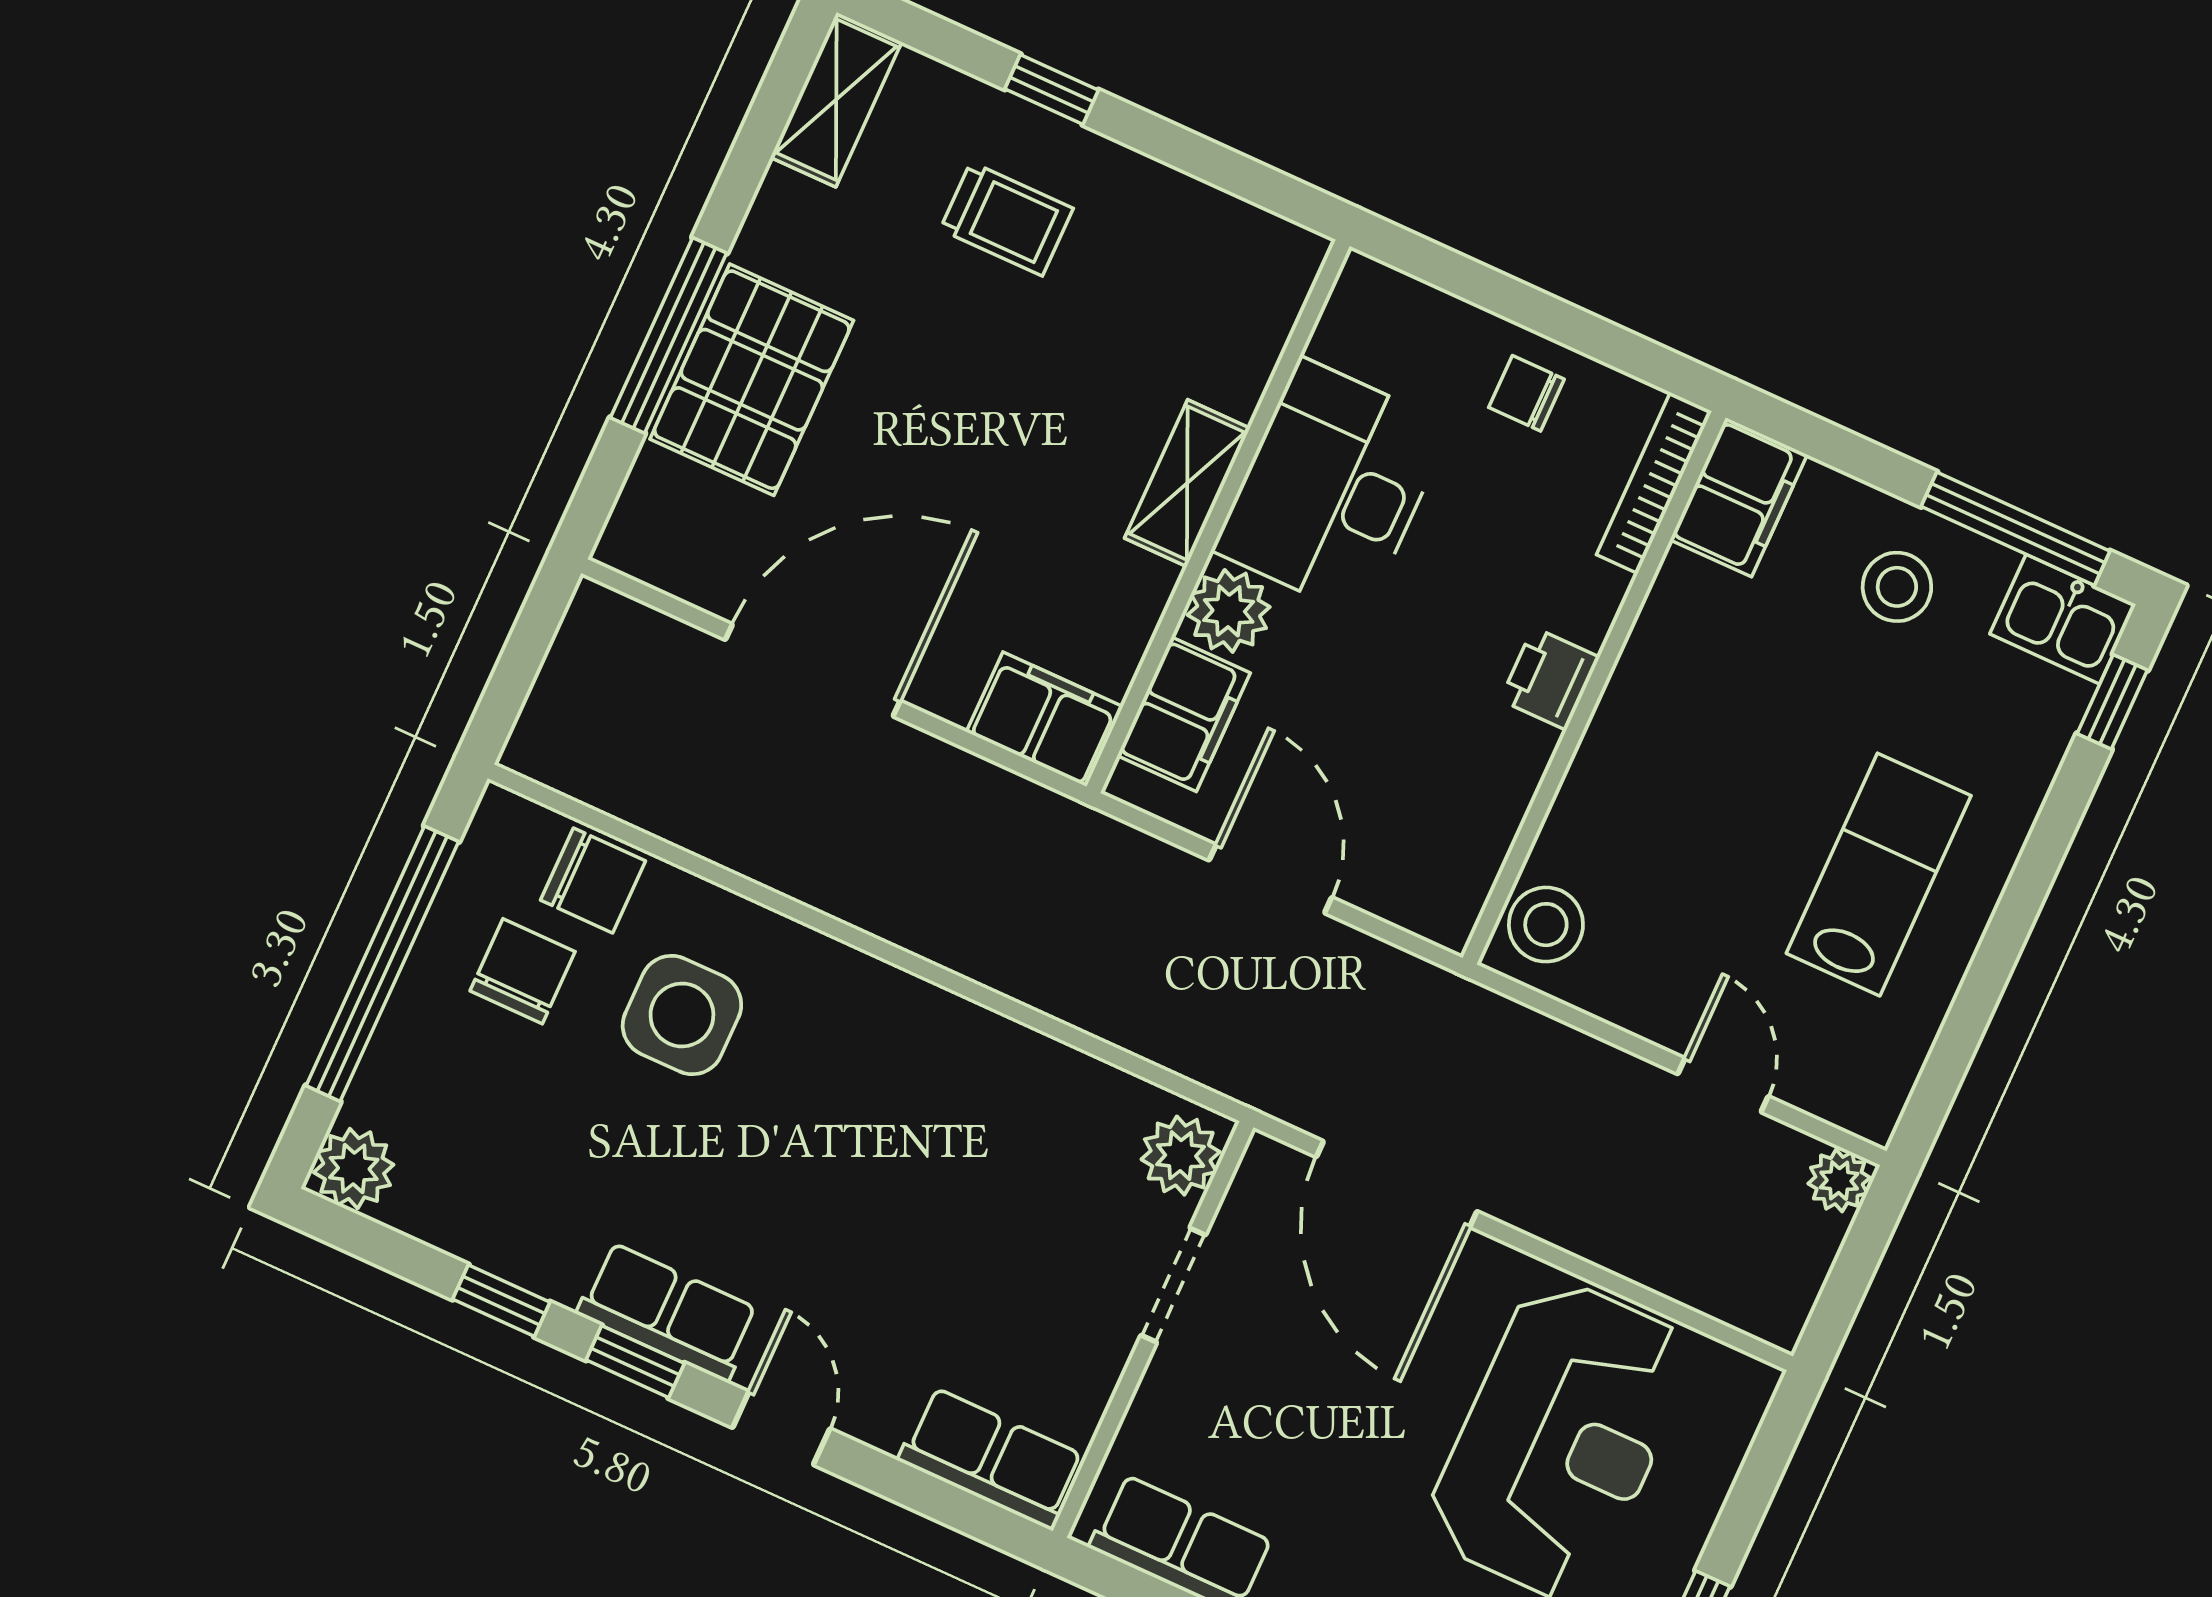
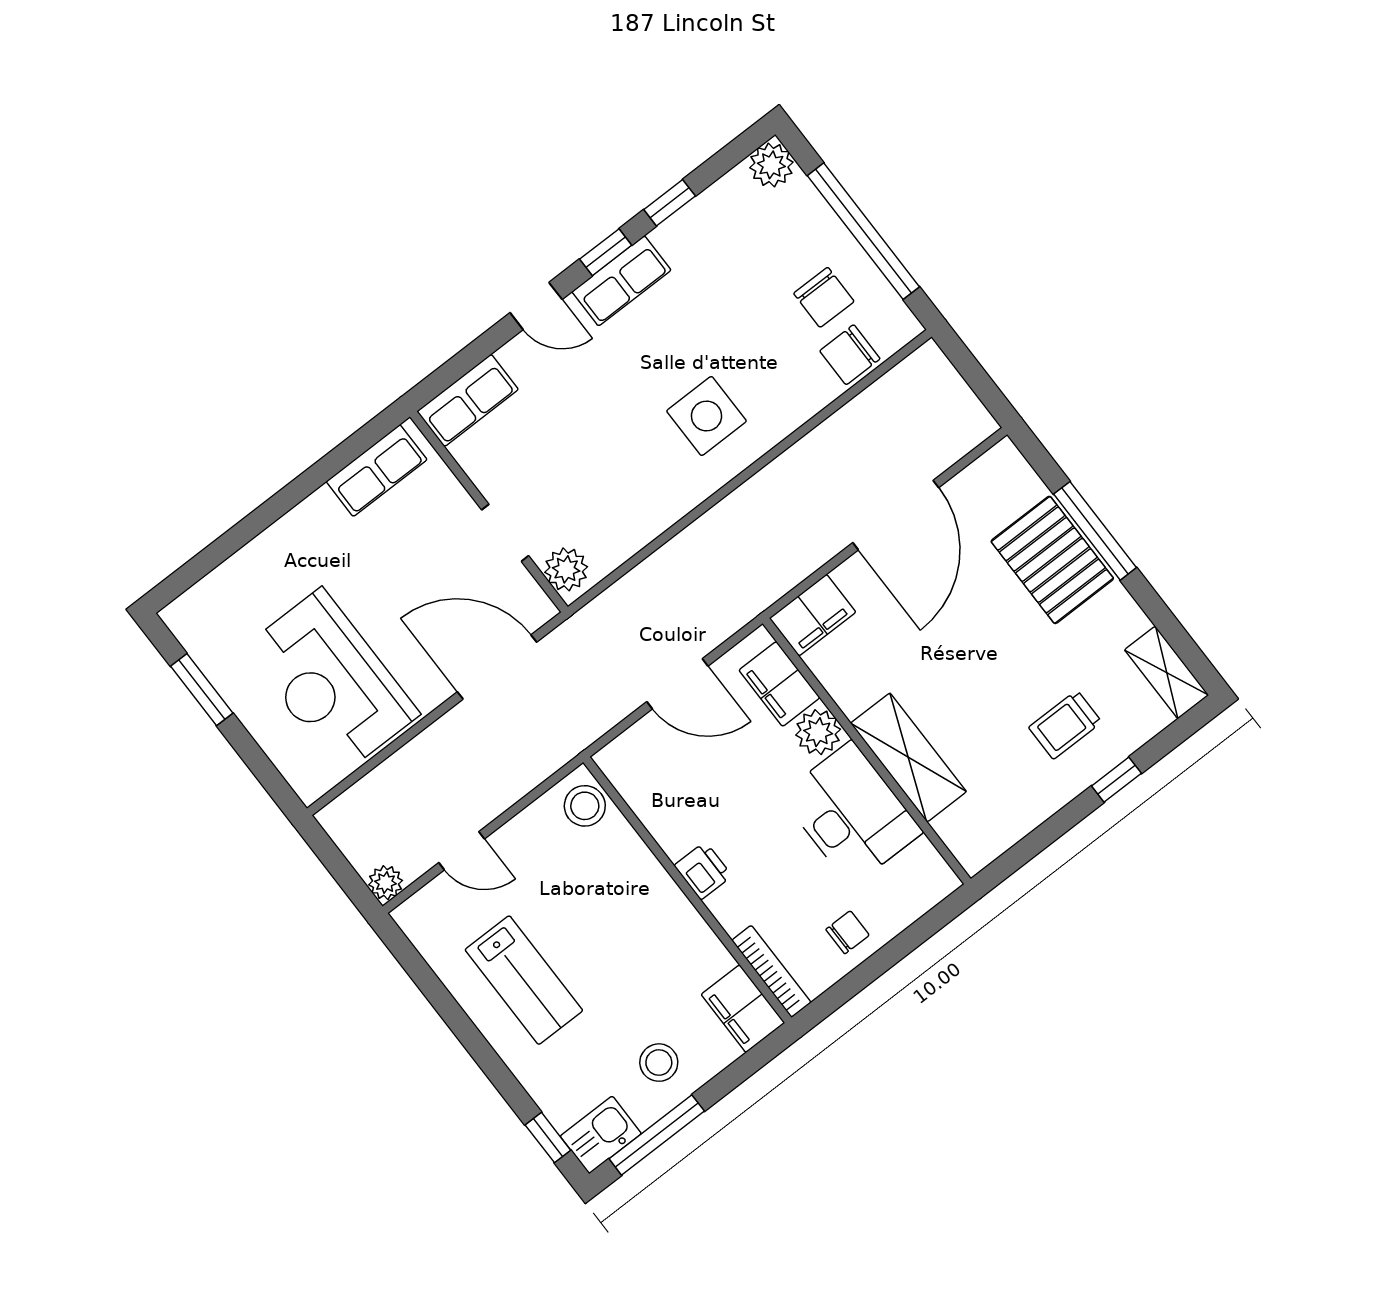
shelving: (1187, 483) -> (908, 757), width x1.50, depth x1.33
side table: (682, 1015) -> (706, 416), moved

